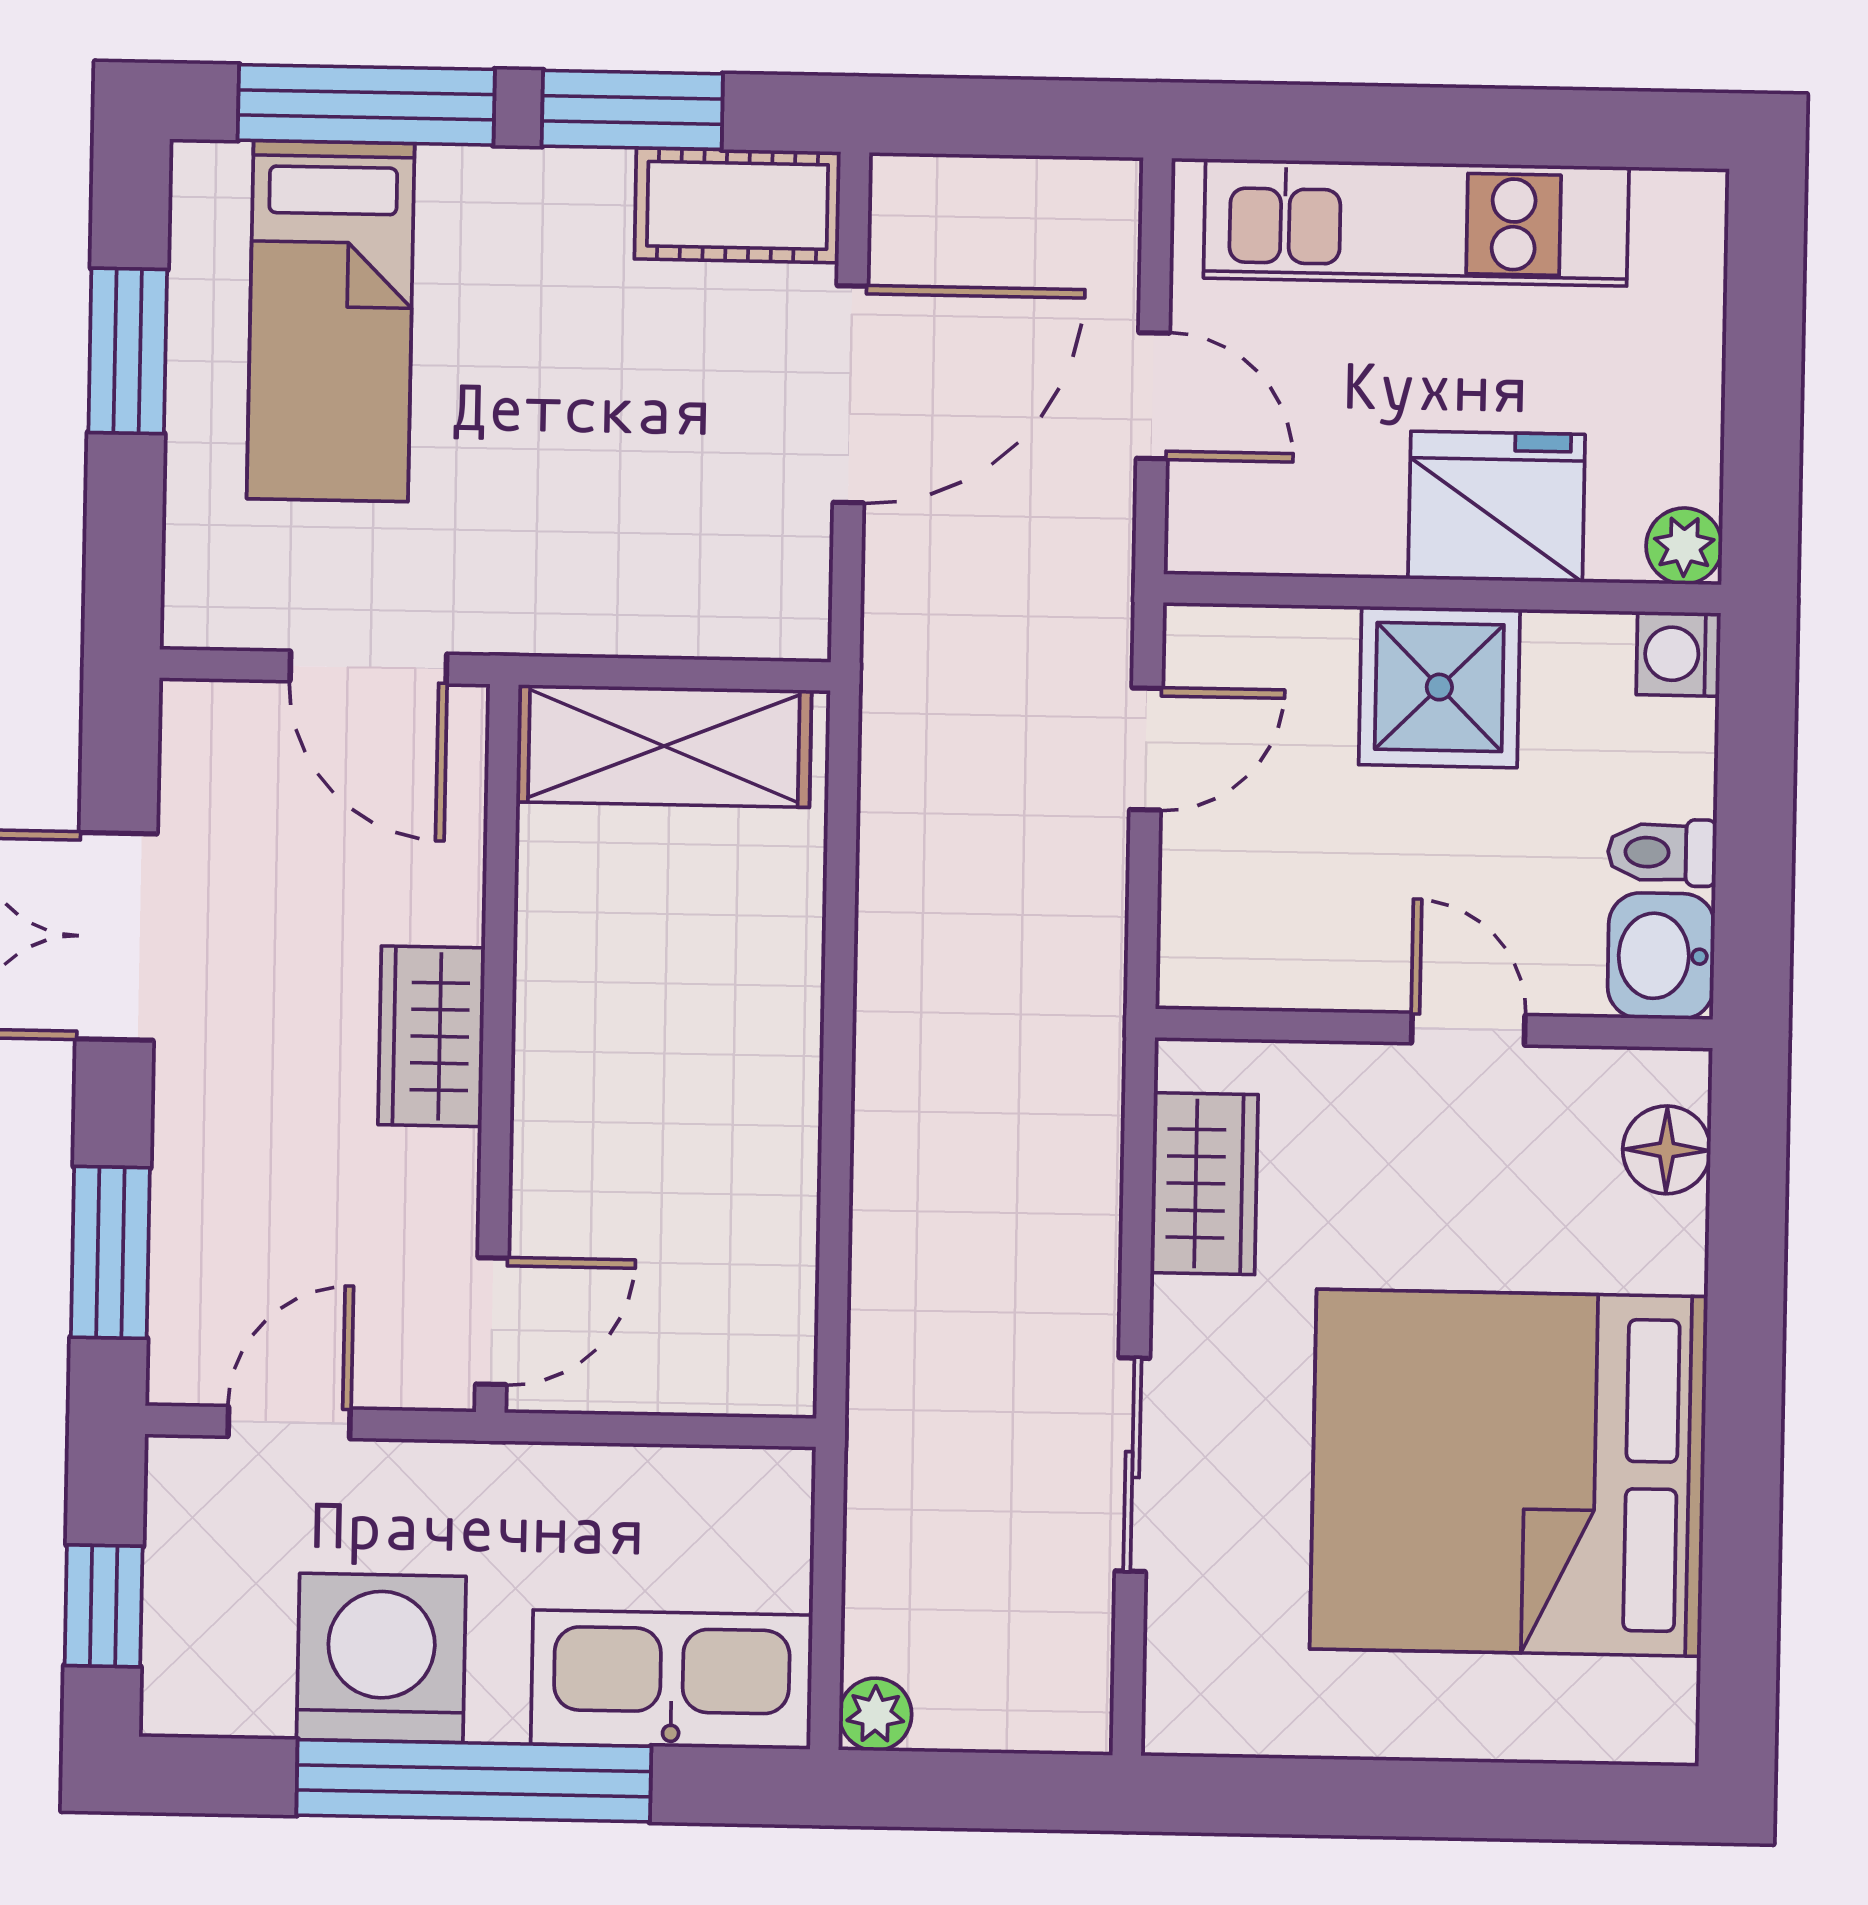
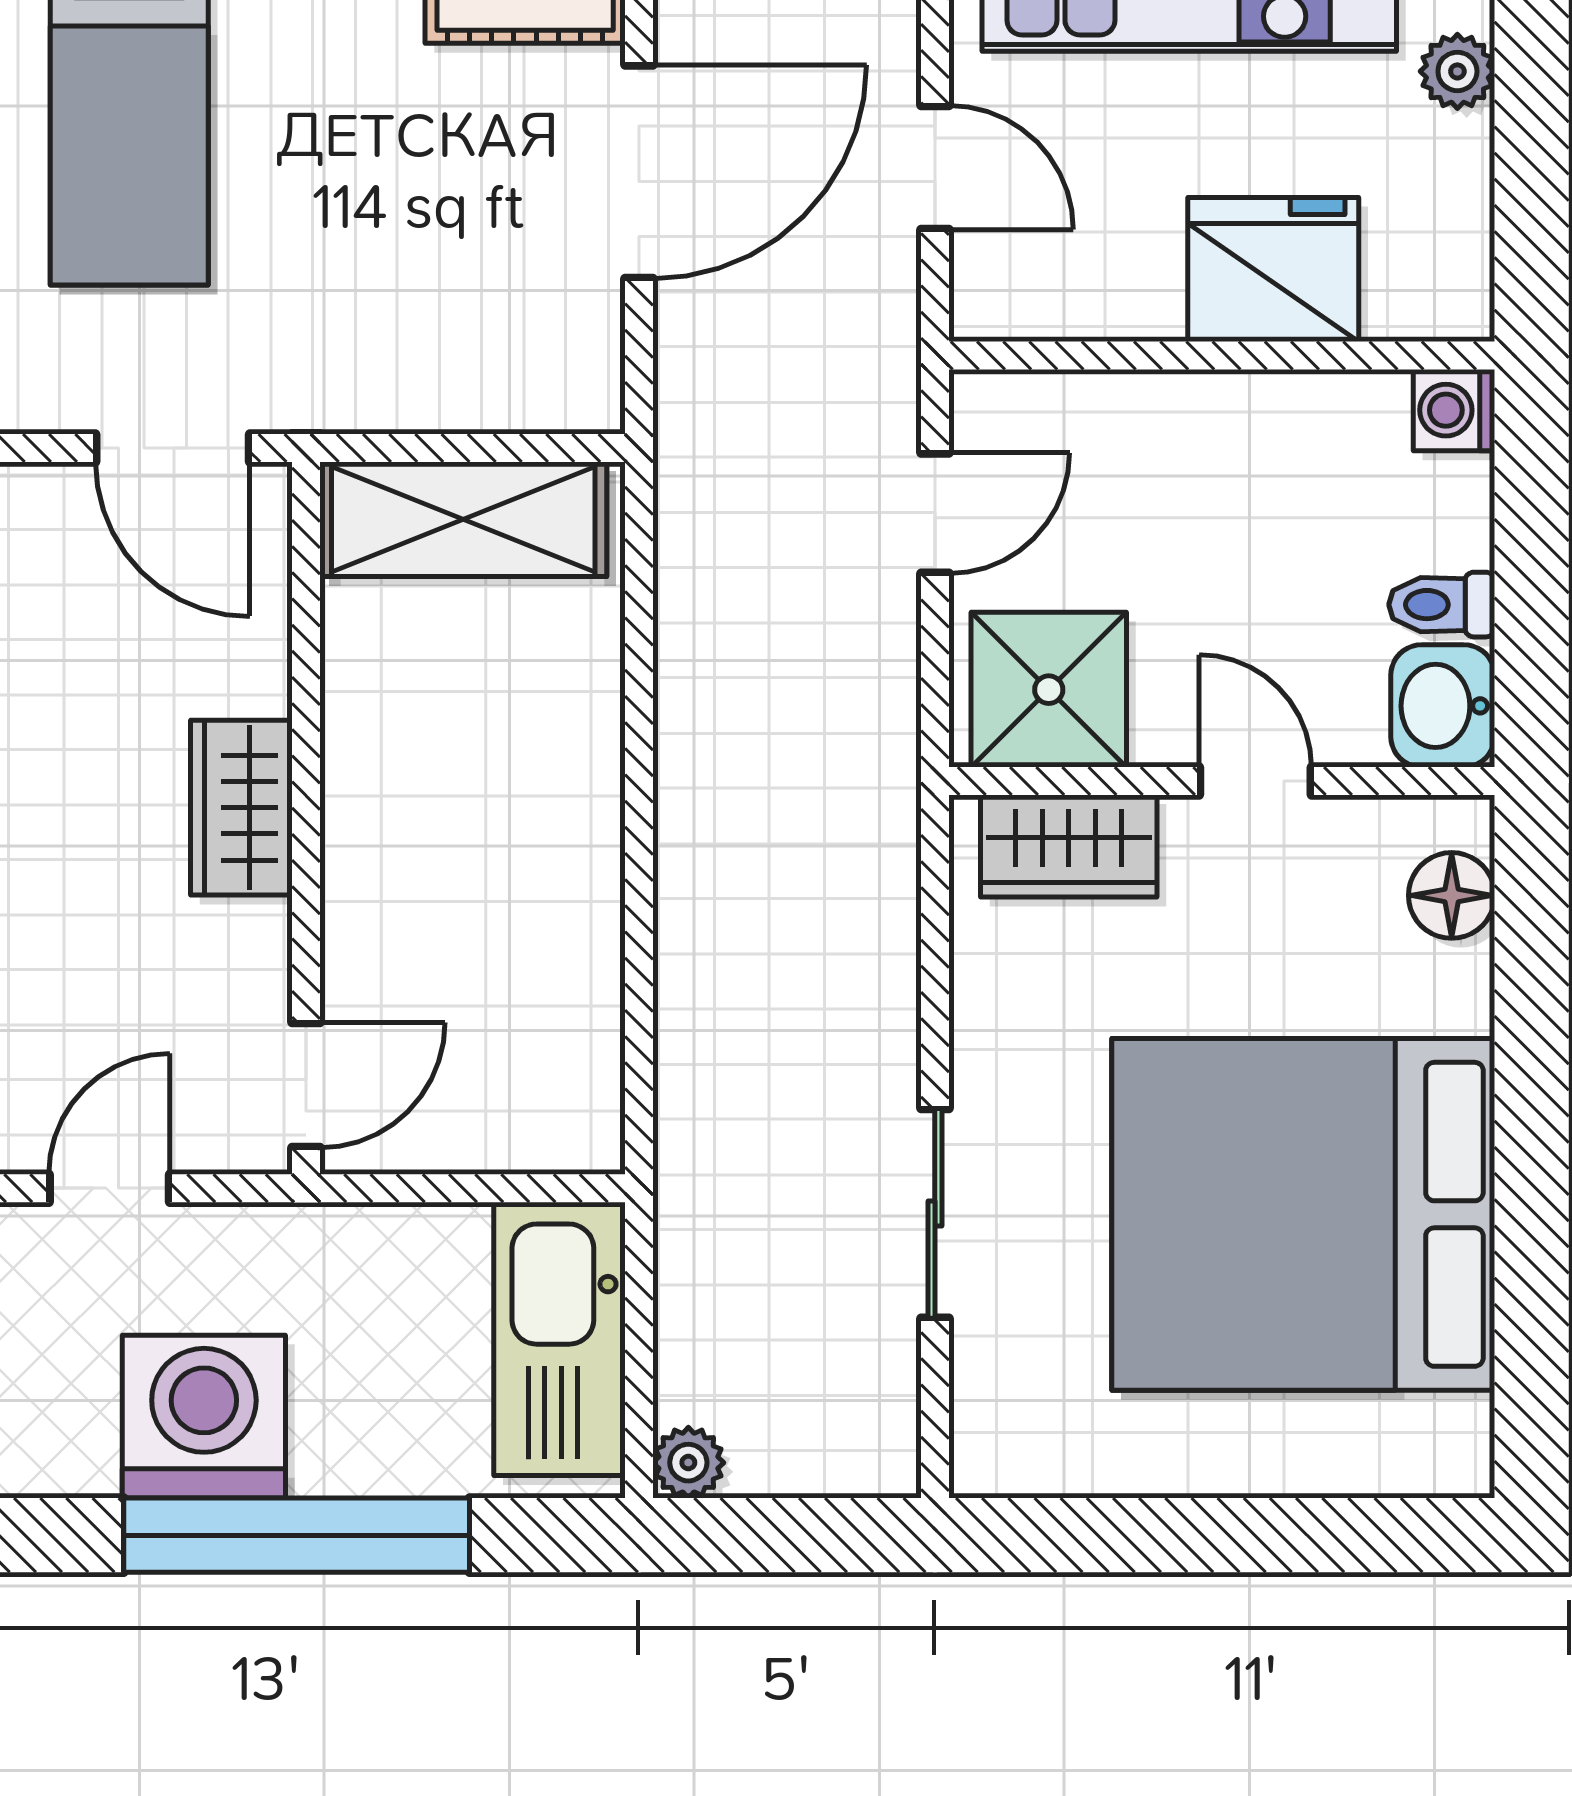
plant: (1684, 546) -> (1457, 71), moved
shower: (1439, 687) -> (1049, 690), moved
wardrobe: (1204, 1184) -> (1069, 846), moved, turned 90
kitchen sink: (672, 1680) -> (559, 1339), moved, turned -90

